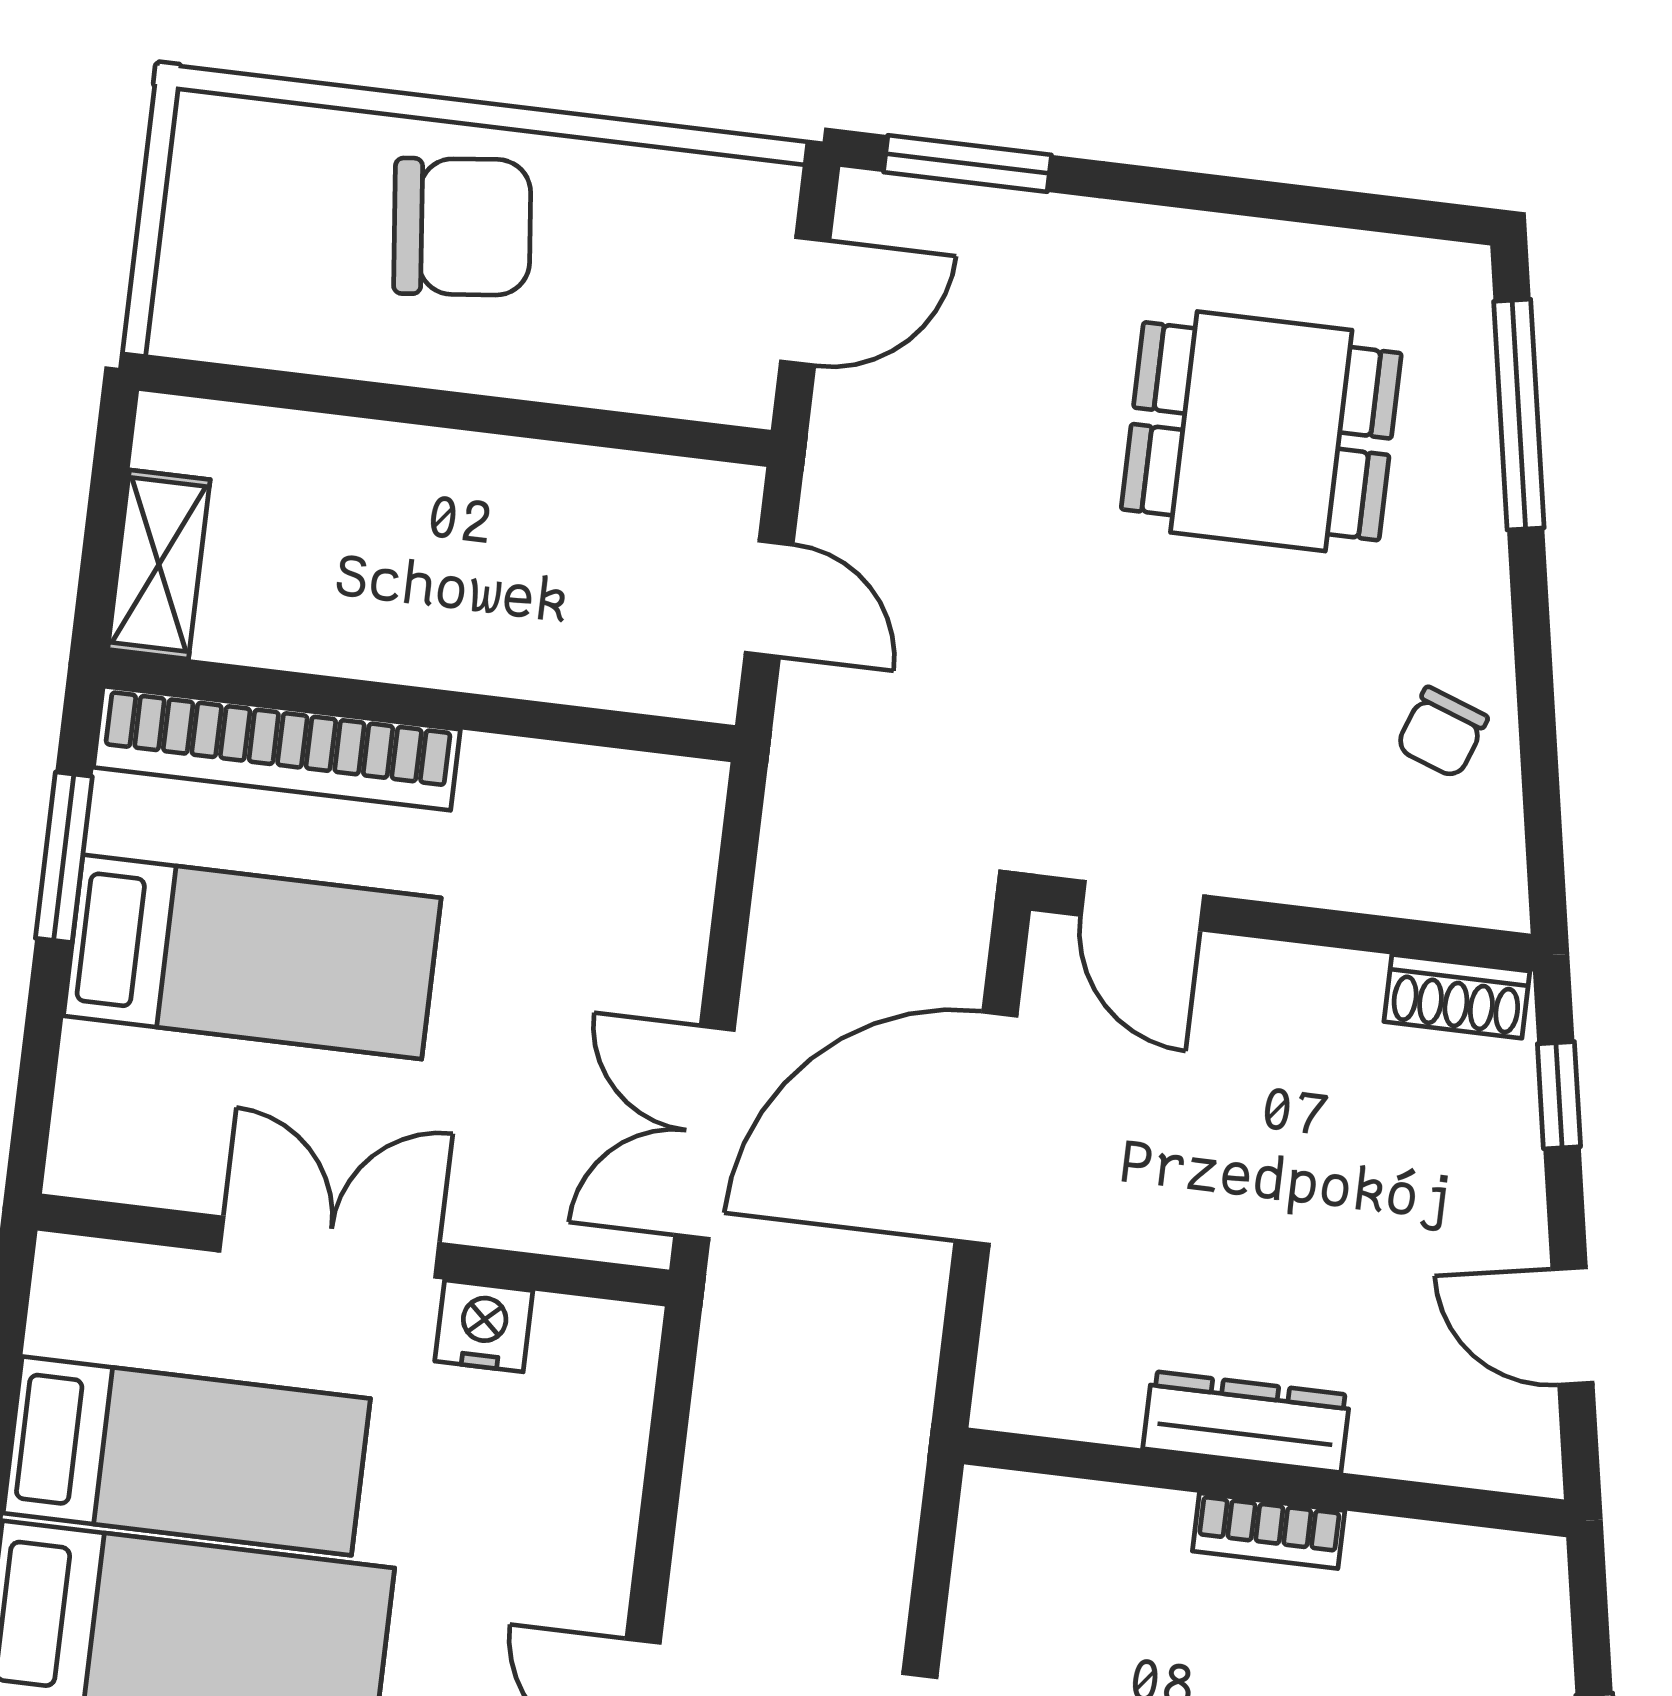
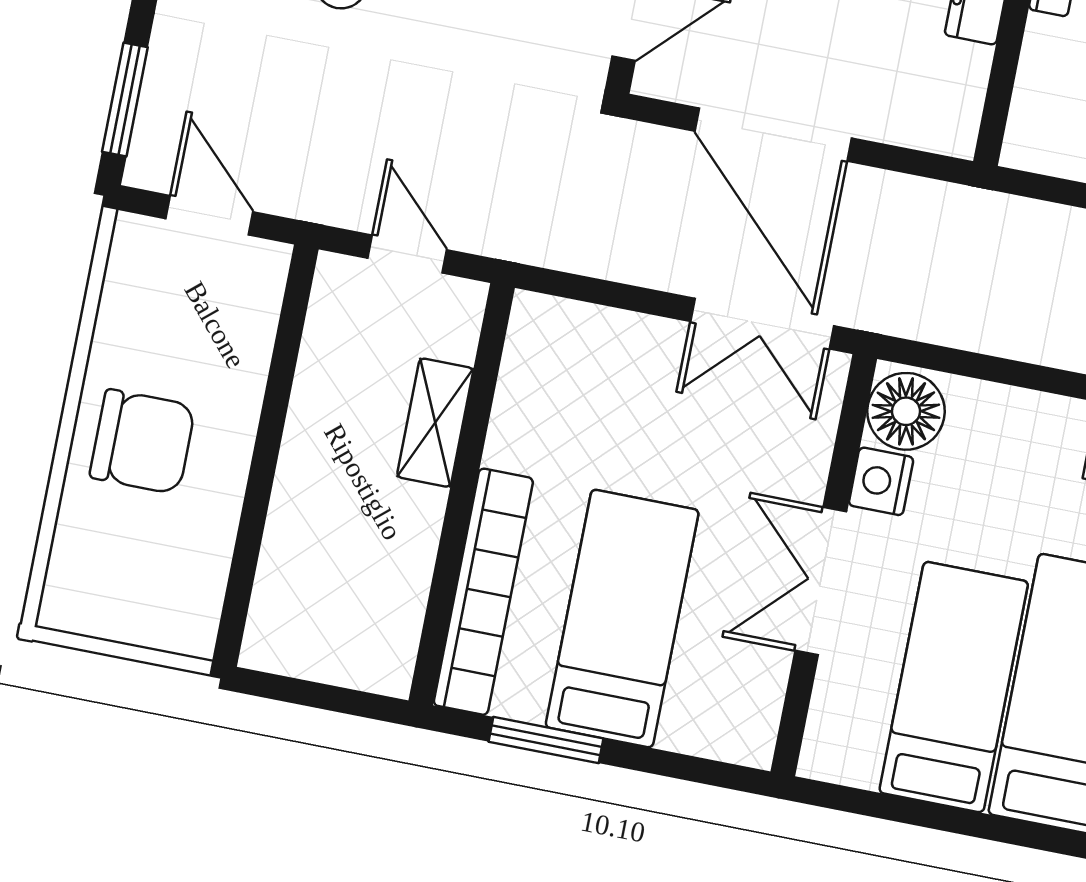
chair: (462, 227) -> (142, 442), turned 96
shelving: (159, 564) -> (435, 423), moved, turned 90
door: (769, 599) -> (407, 254), hinge flipped
floor lamp: (590, 1355) -> (906, 411), added

